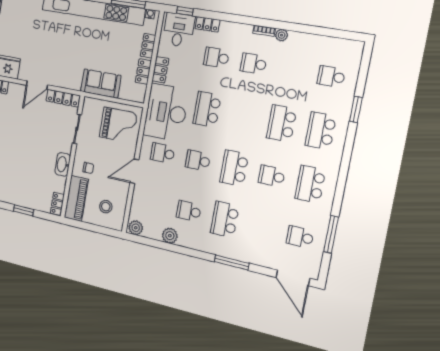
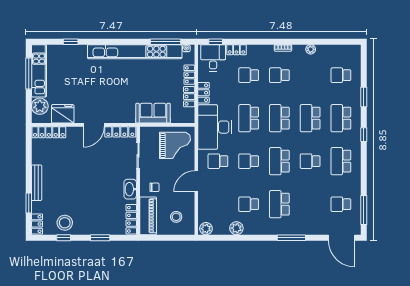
plant: (282, 35) -> (311, 49), moved
school desk: (244, 116) -> (279, 118), added
window: (346, 157) -> (364, 135), added
locker: (57, 204) -> (131, 219), width x1.53
window: (331, 234) -> (364, 210), moved

